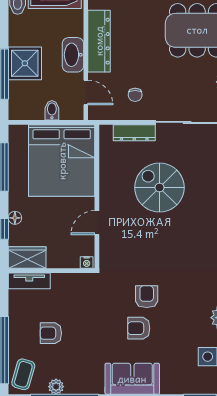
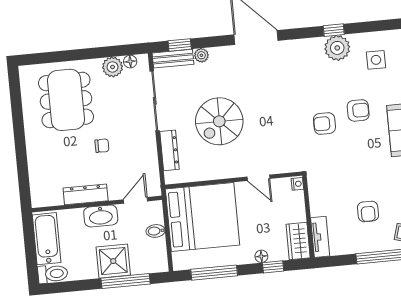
dresser: (99, 41) -> (86, 194), width x0.73, depth x0.80
chair: (135, 95) -> (102, 146), moved
armchair: (139, 328) -> (358, 110), moved, turned -90

